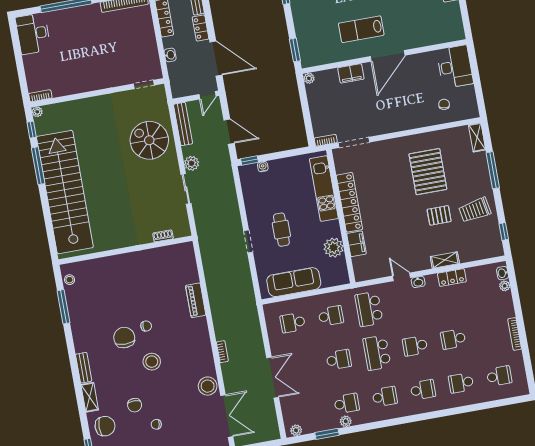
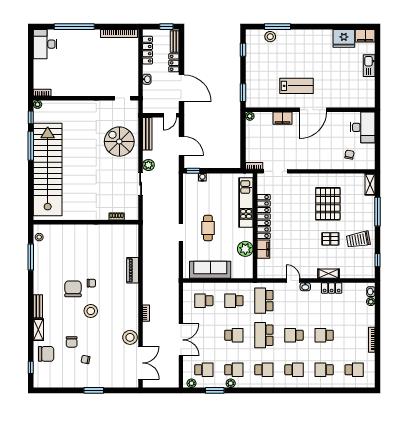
lab bench: (361, 29) -> (296, 86), turned 180
school desk: (331, 316) -> (234, 301), turned 180
school desk: (308, 410) -> (204, 370), added

